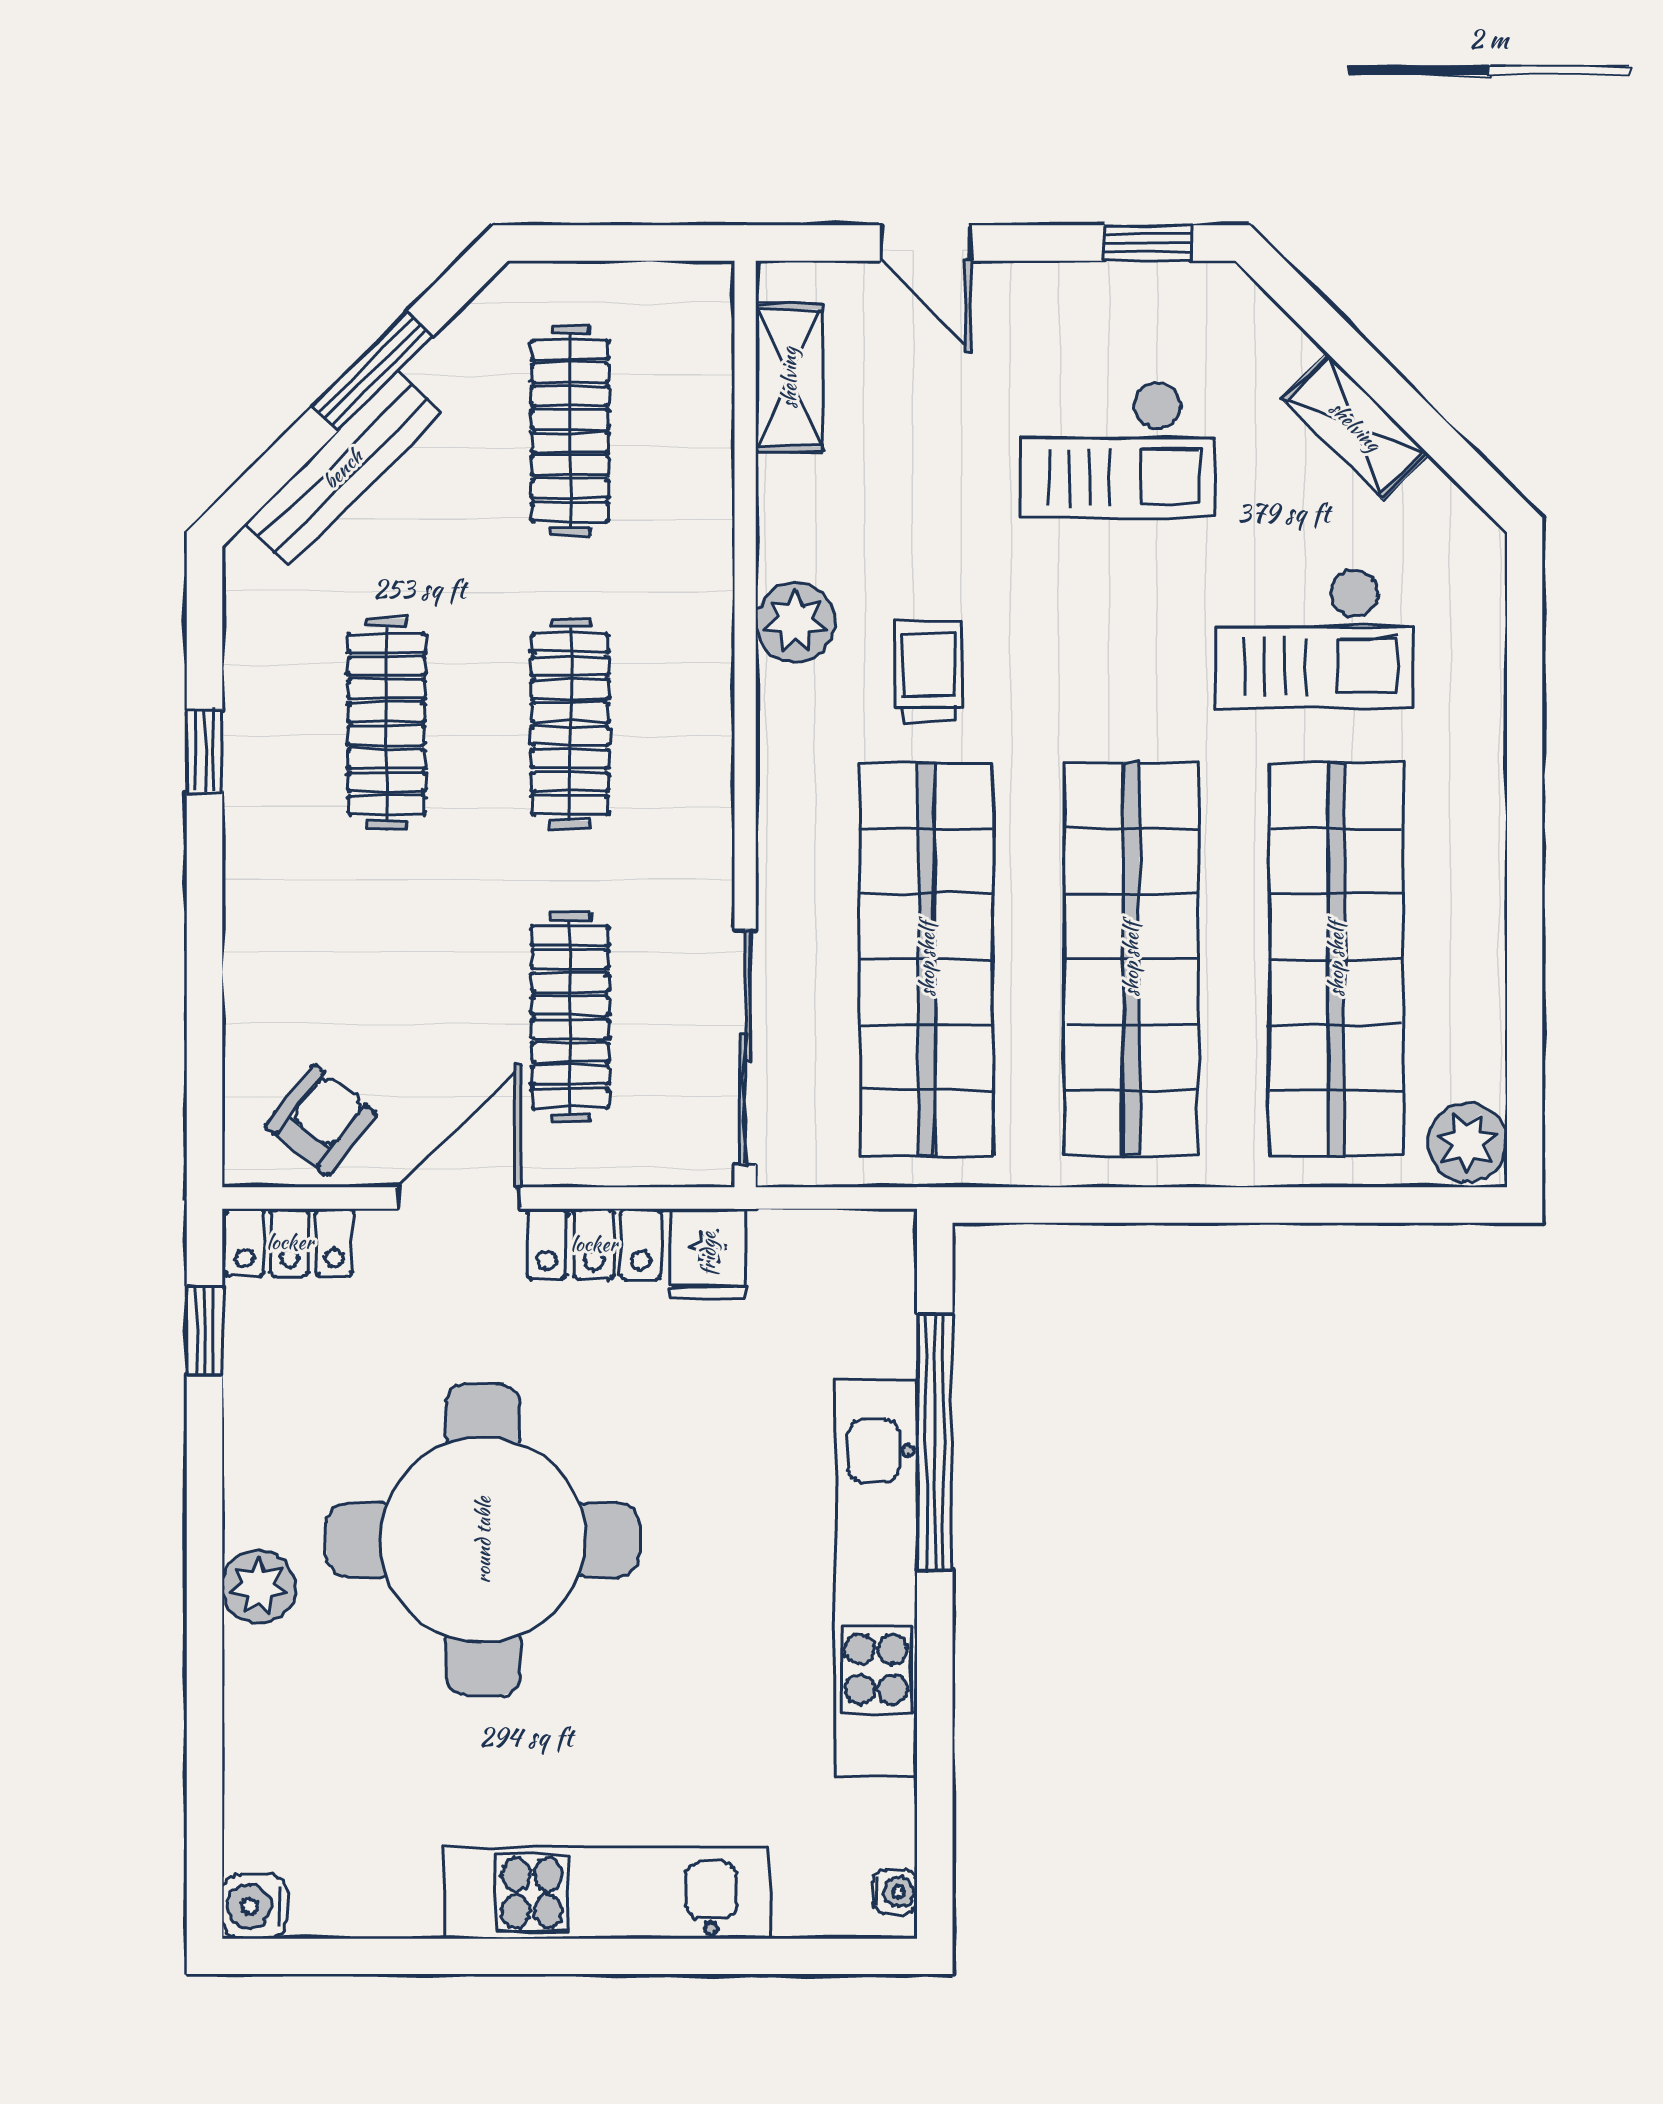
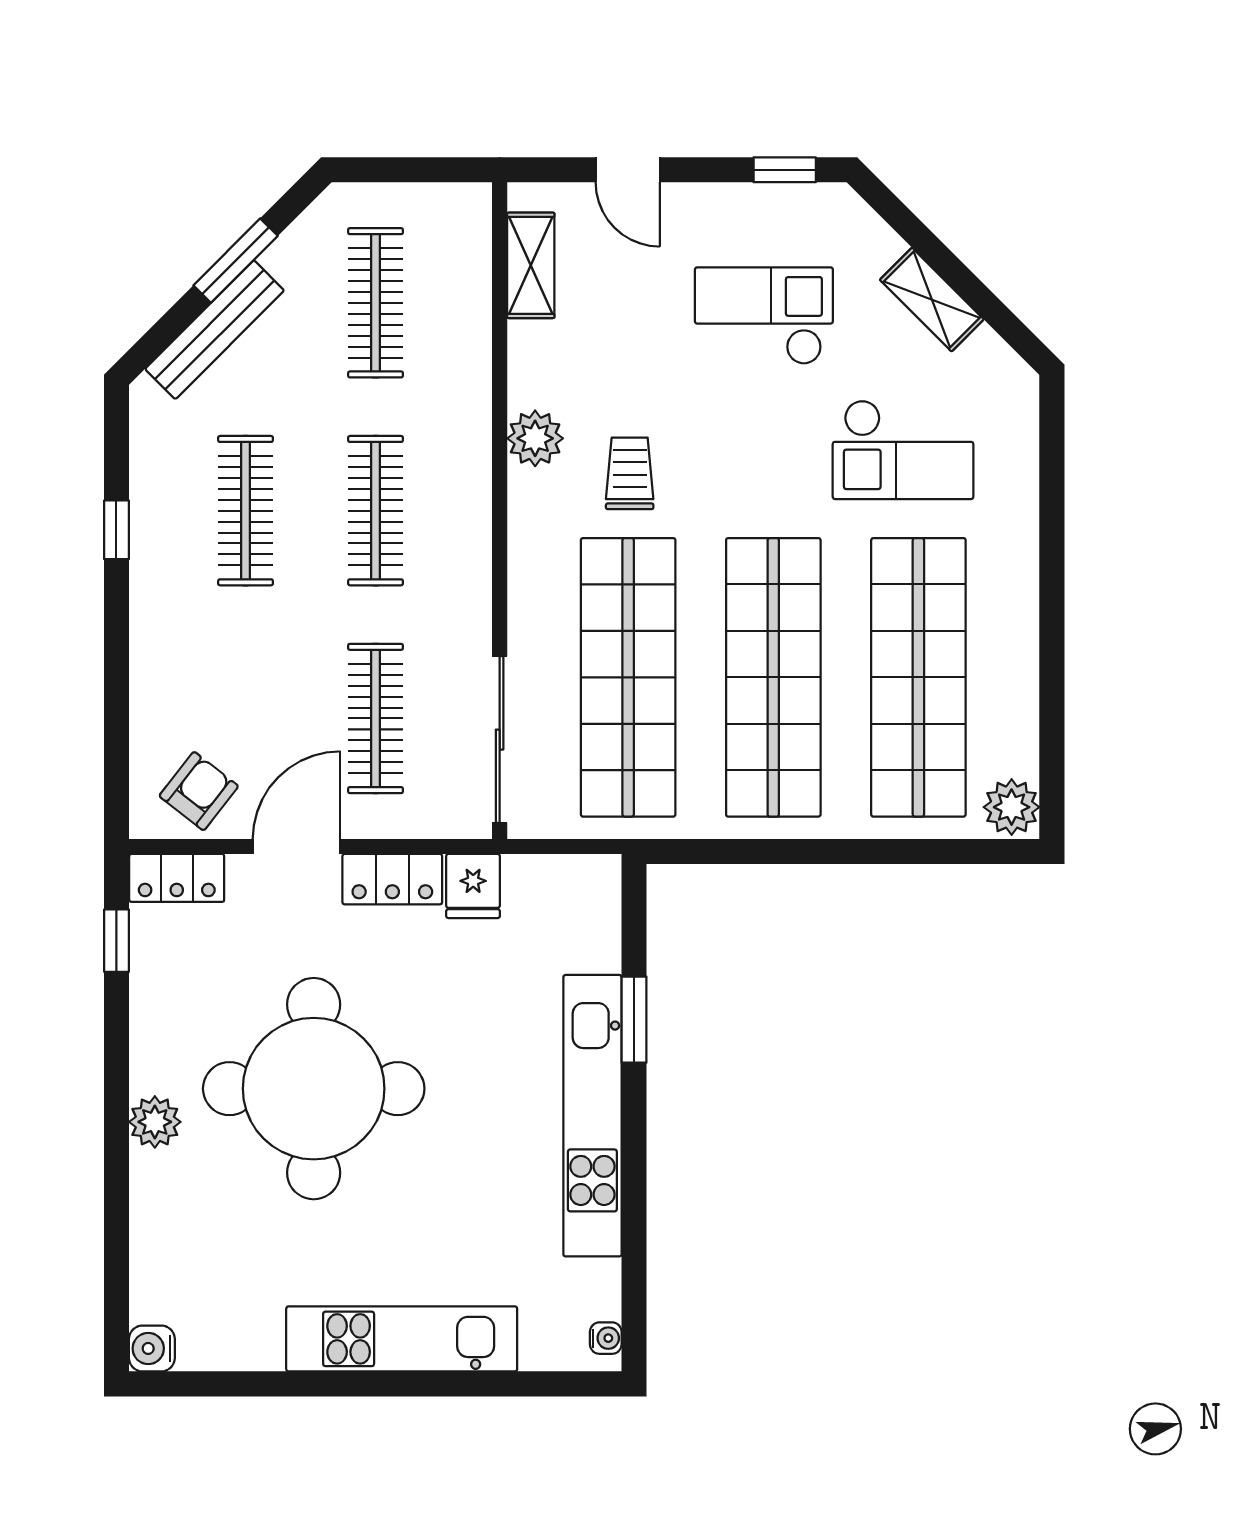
checkout: (1118, 449) -> (764, 316), turned 180
window: (935, 1442) -> (634, 1020), width x0.47

